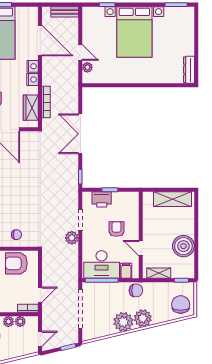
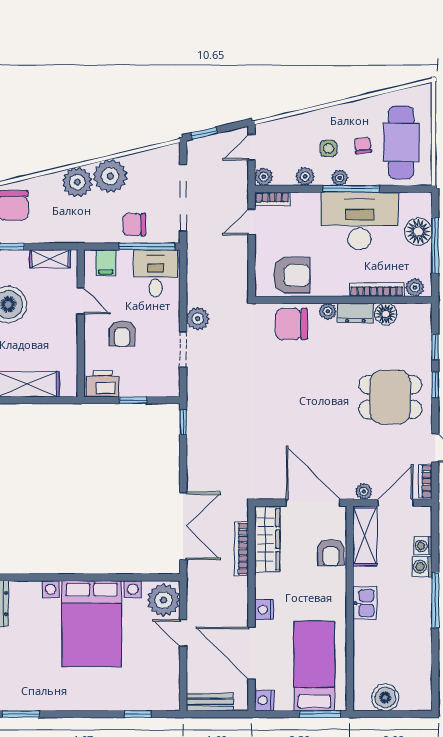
bed with nightstands: (134, 32) -> (92, 624), moved, turned 180
plant: (87, 67) -> (164, 600), width x1.88, depth x1.88
nightstand: (33, 79) -> (264, 700), moved
wardrobe: (31, 108) -> (267, 539), width x1.50
double door: (80, 134) -> (183, 526), moved
printer: (102, 199) -> (103, 384), moved
chair: (16, 235) -> (292, 324), width x1.87, depth x1.87
desk: (102, 264) -> (155, 273), width x0.73
chair: (136, 290) -> (134, 224), moved
plant: (20, 321) -> (264, 177), moved

